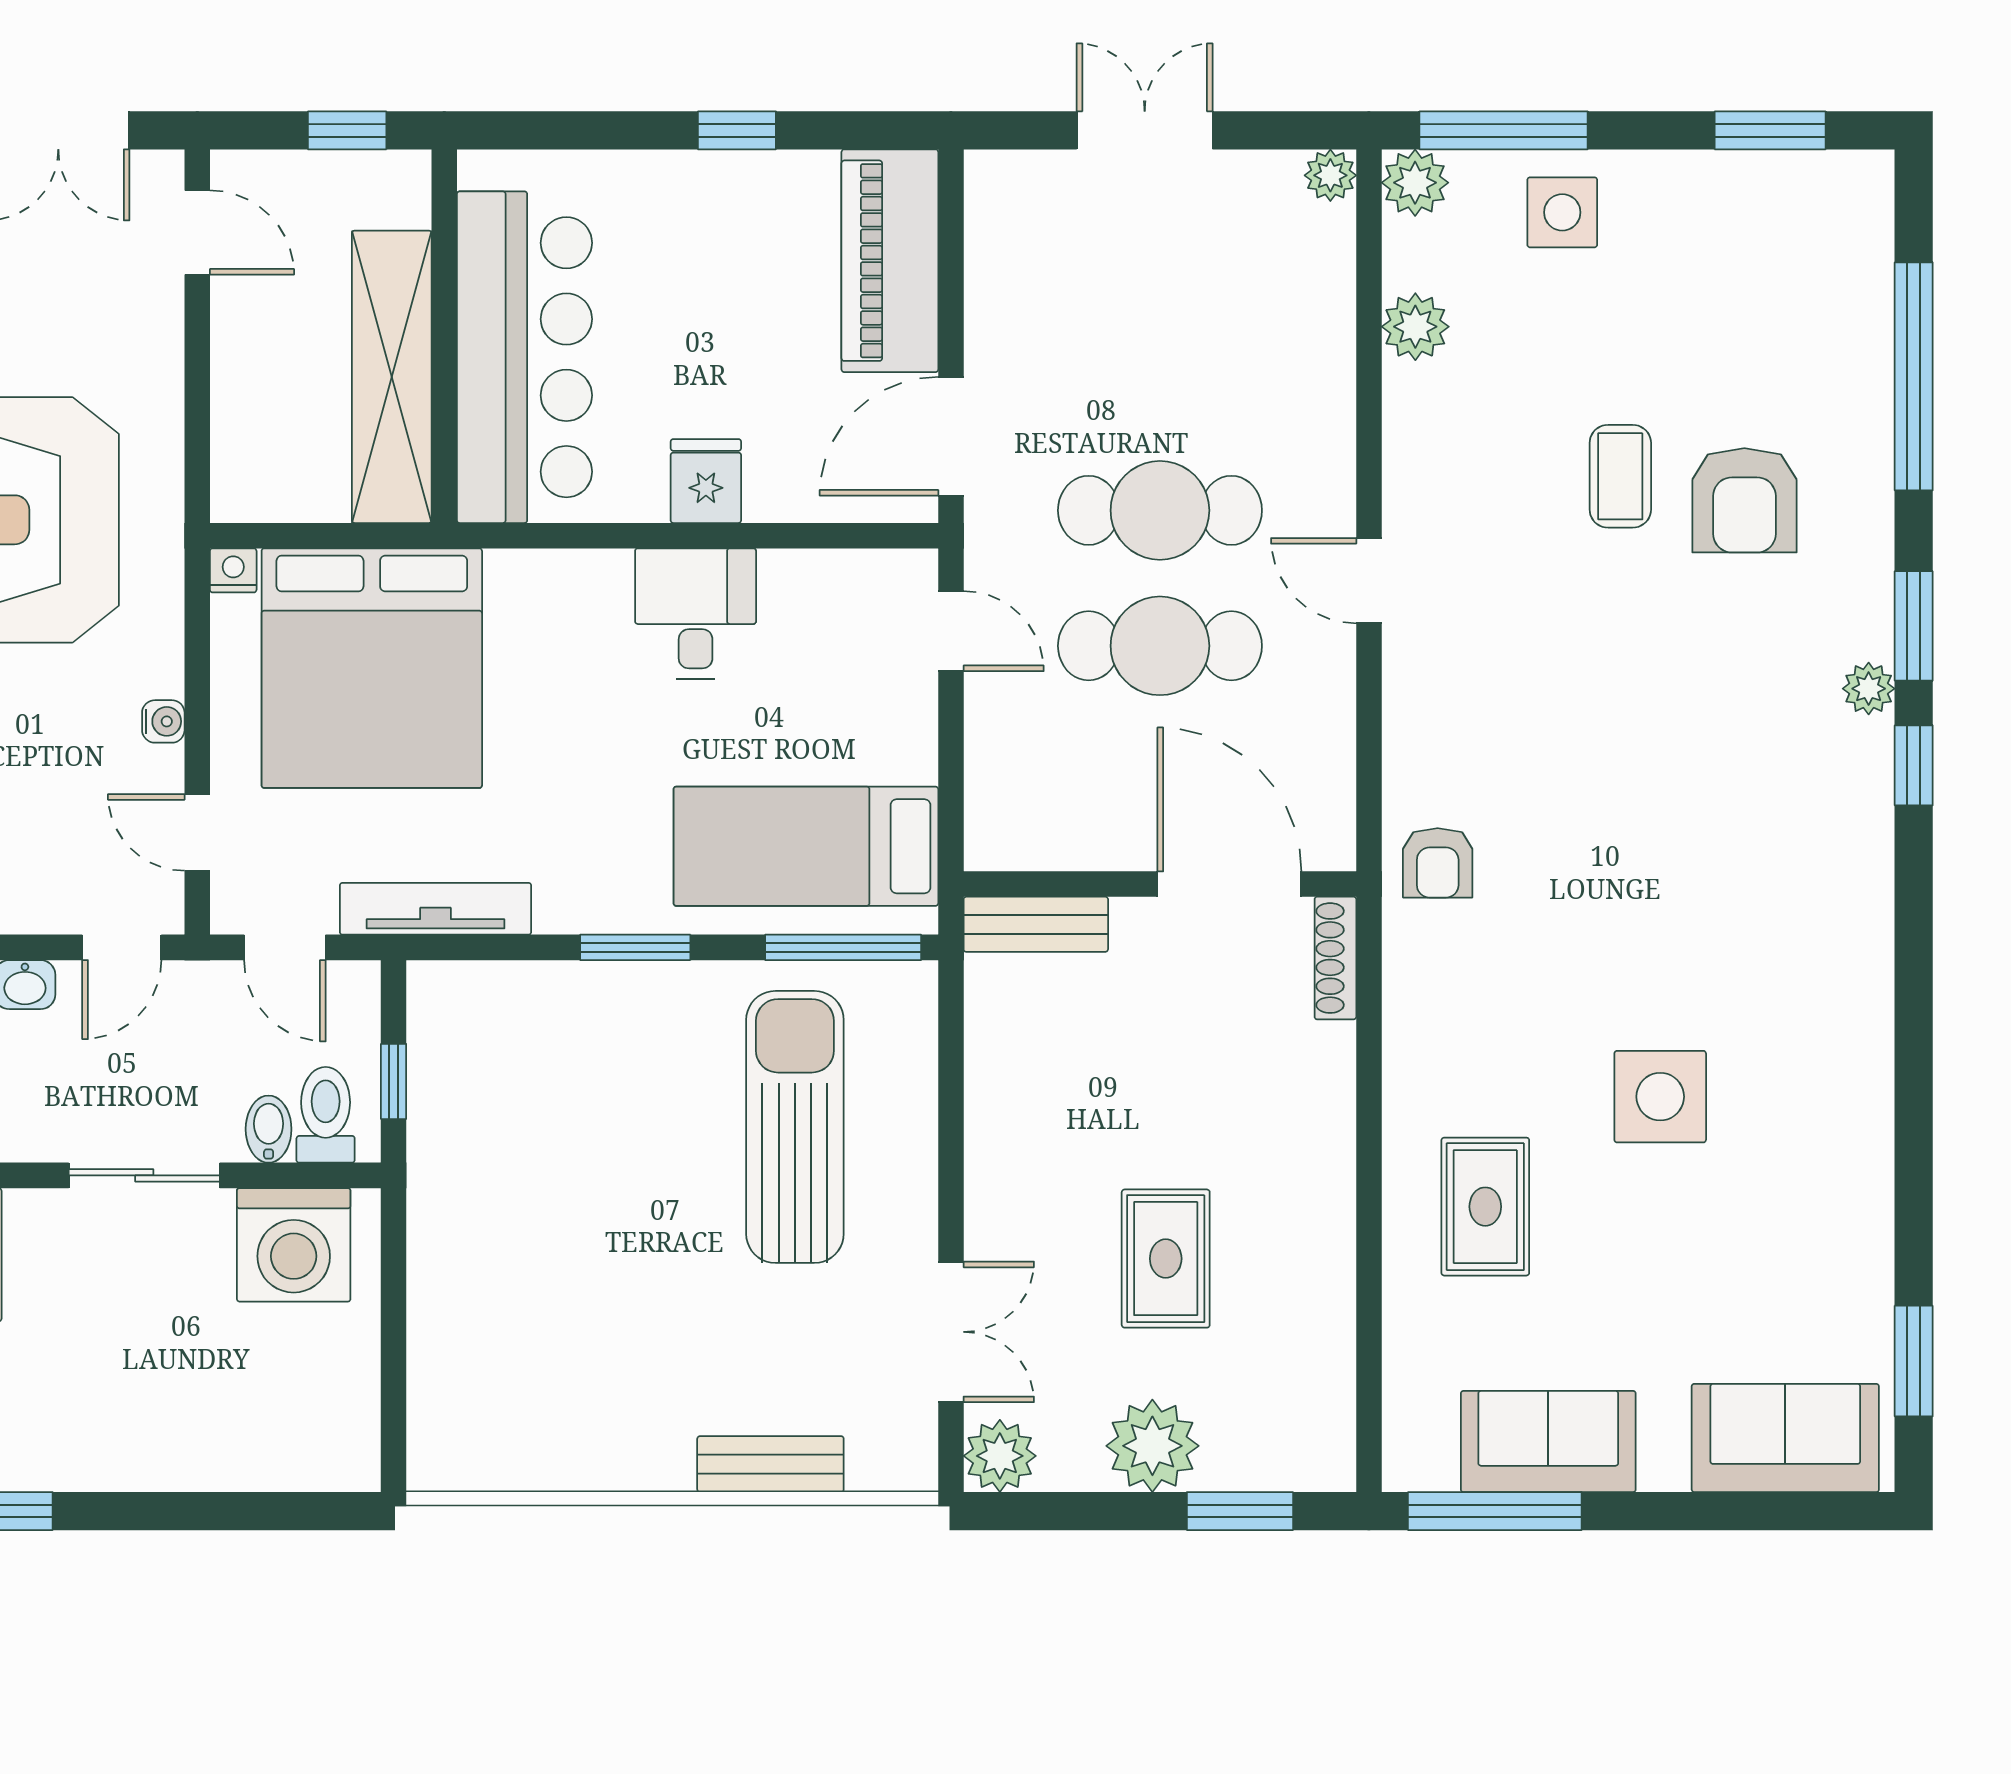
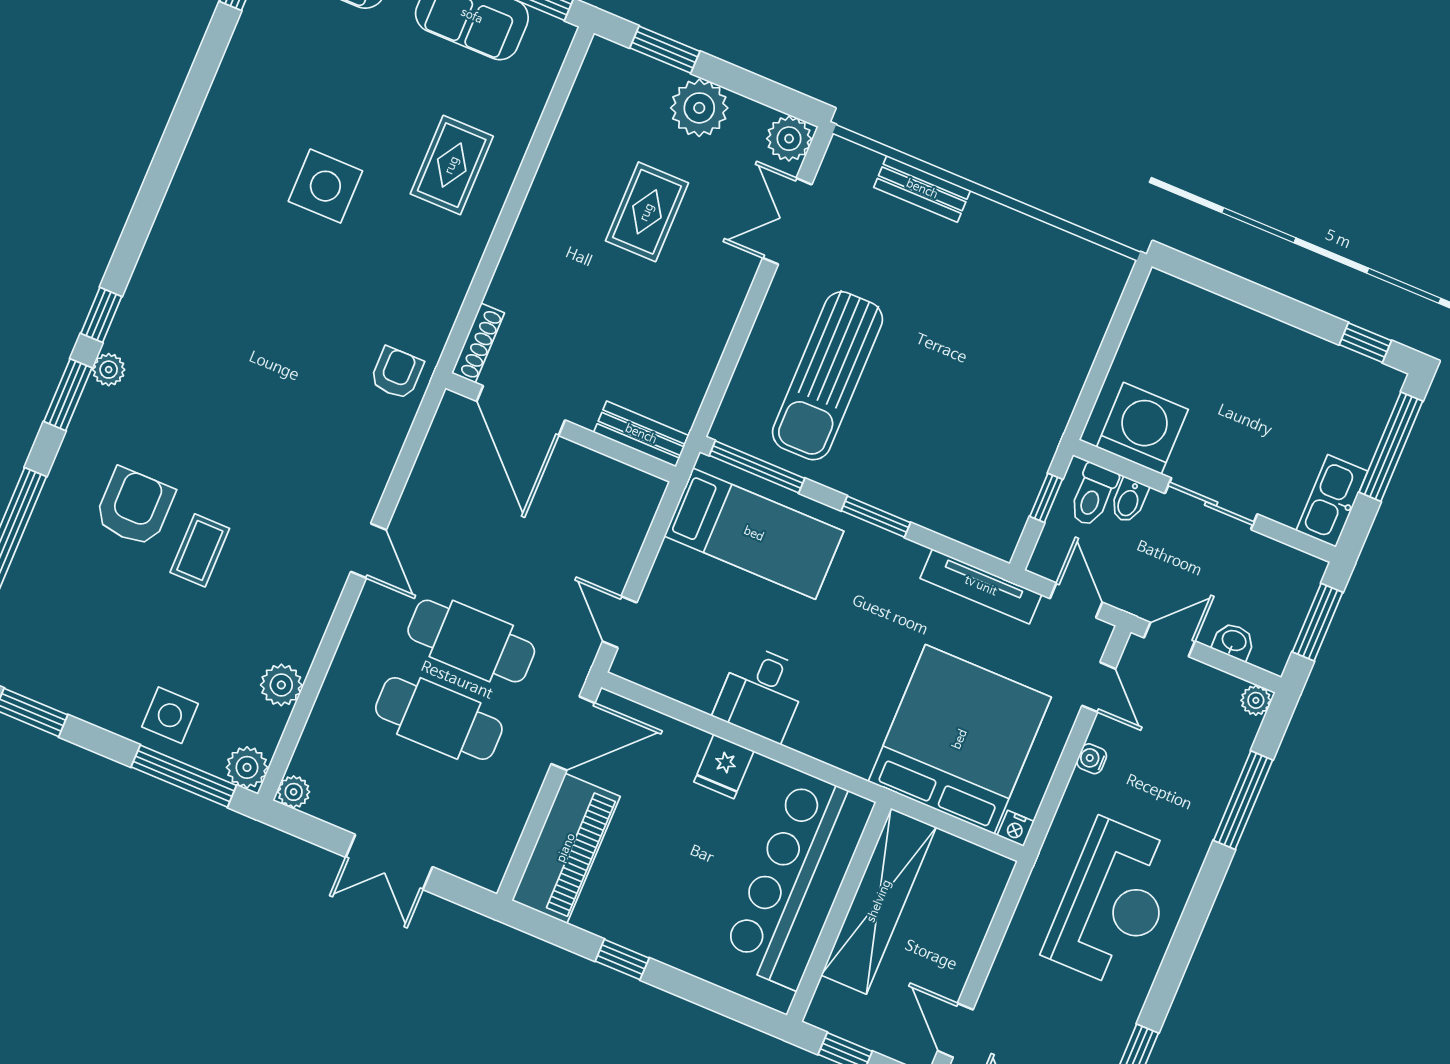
cafe table: (1160, 646) -> (439, 718), moved

